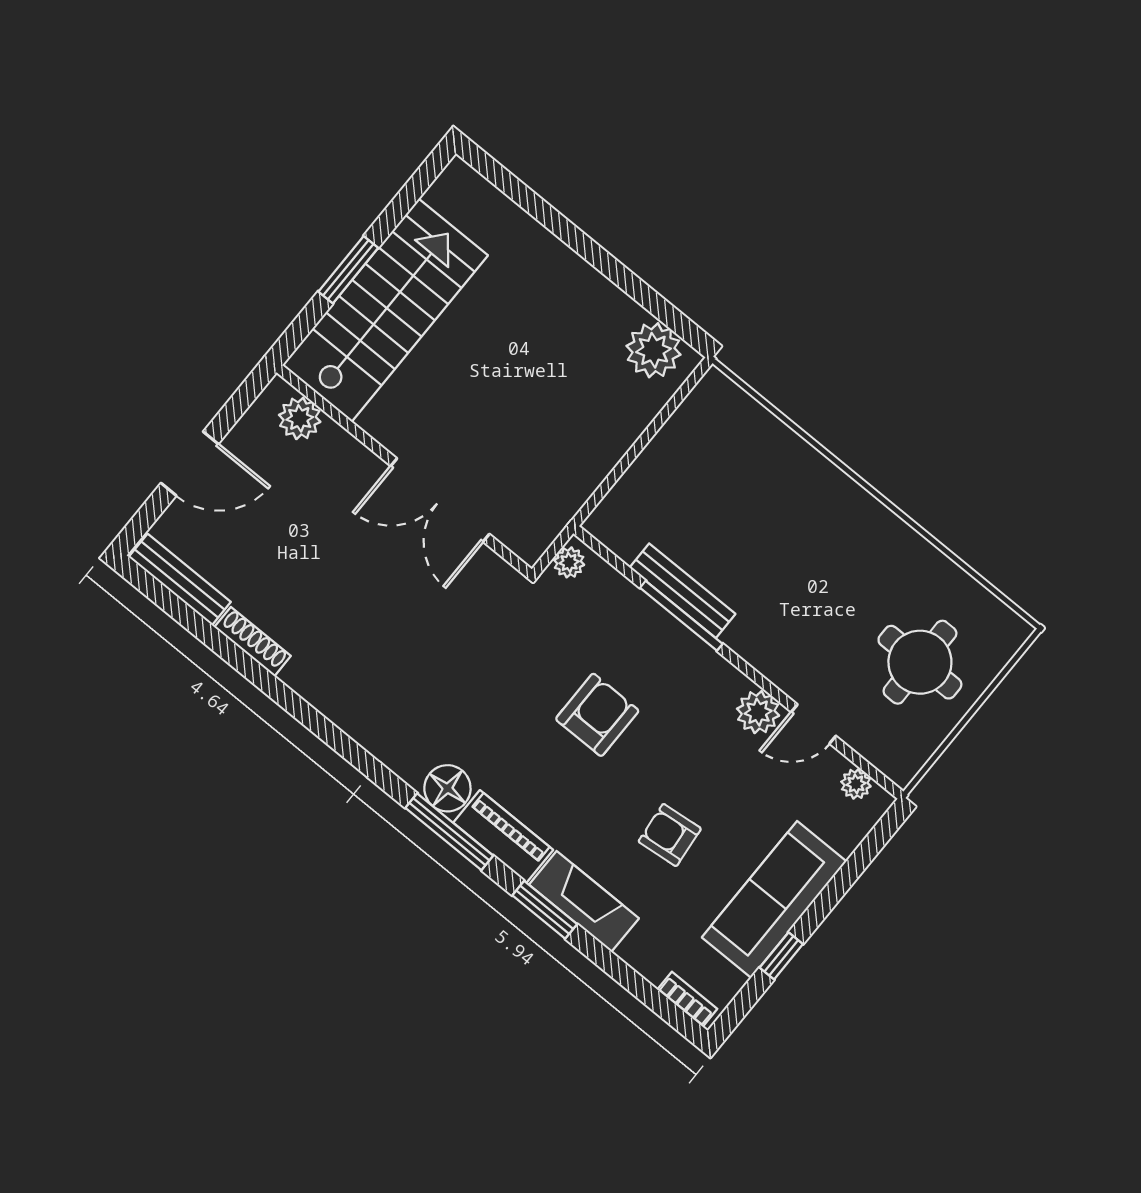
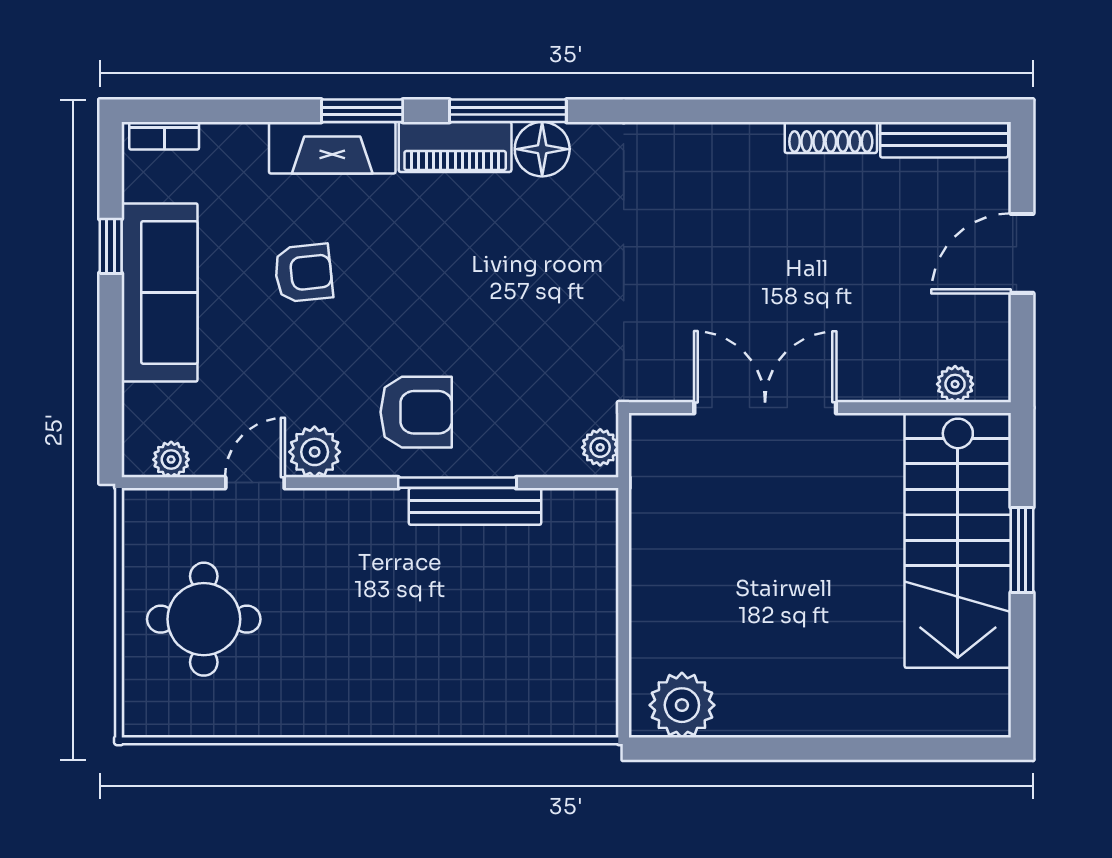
plant: (300, 418) -> (955, 384), width x0.73, depth x0.73
armchair: (597, 715) -> (416, 412), moved, turned -90

